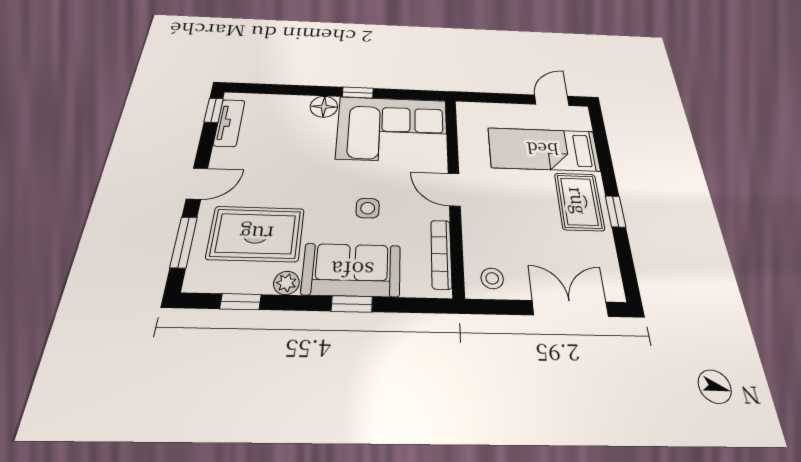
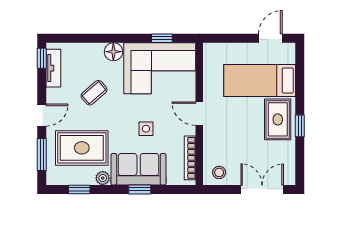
window: (358, 93) -> (162, 38), moved
coffee table: (288, 156) -> (94, 93), added

